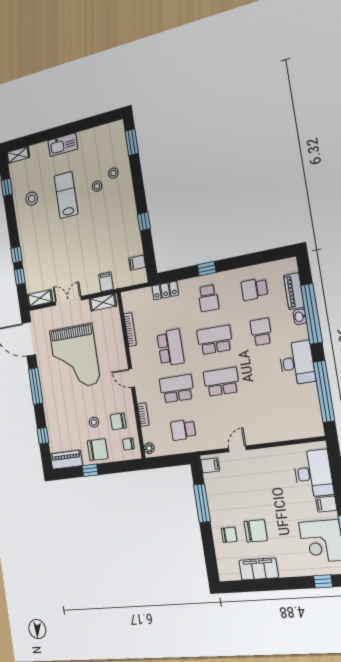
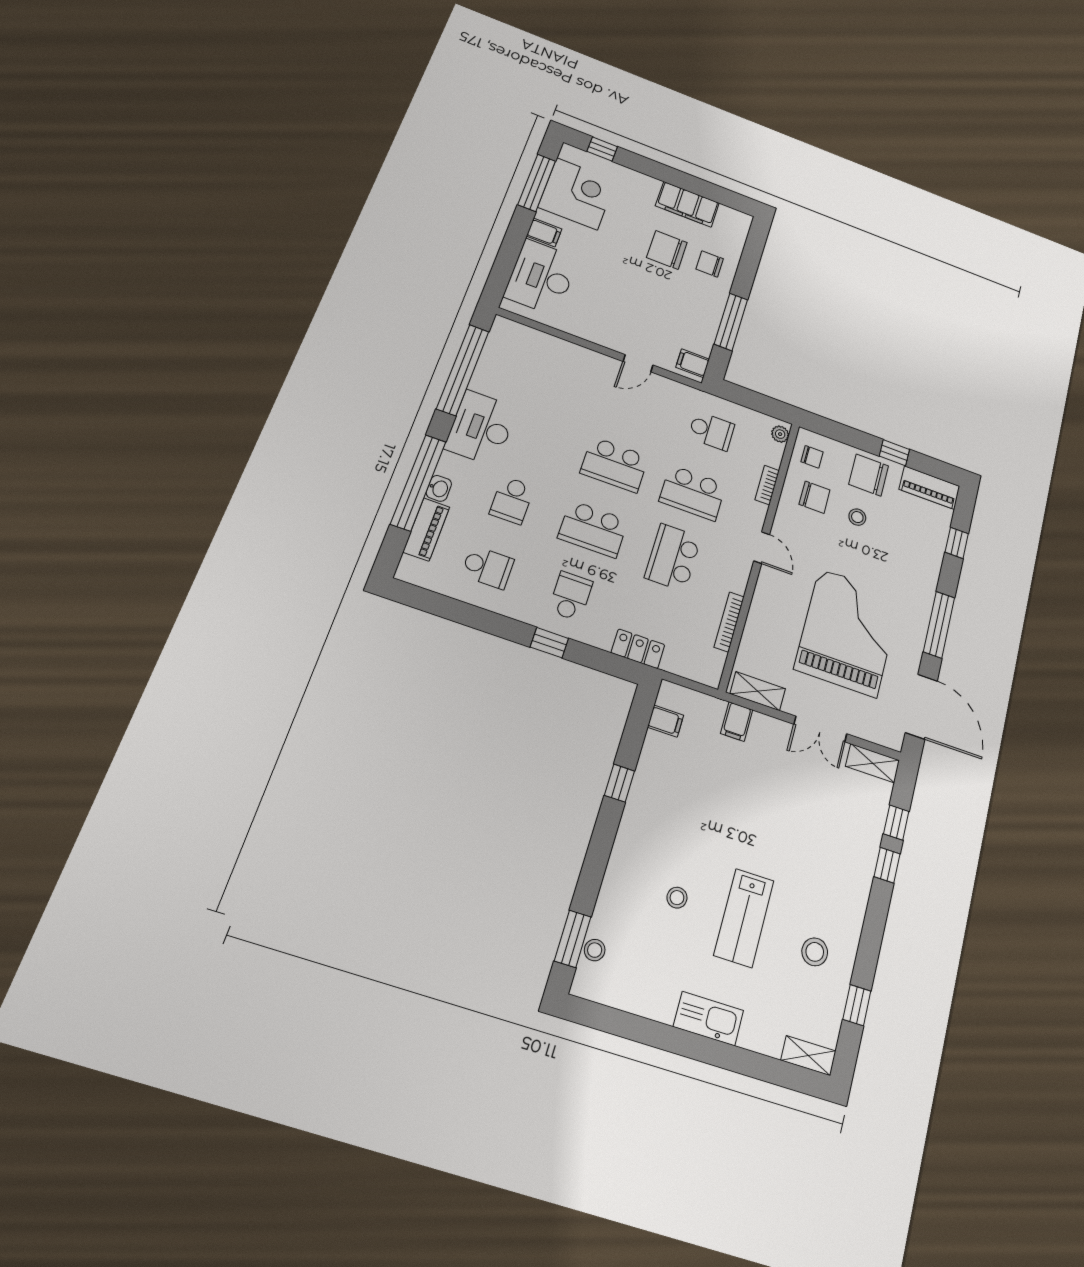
stool: (113, 173) -> (595, 950), moved

